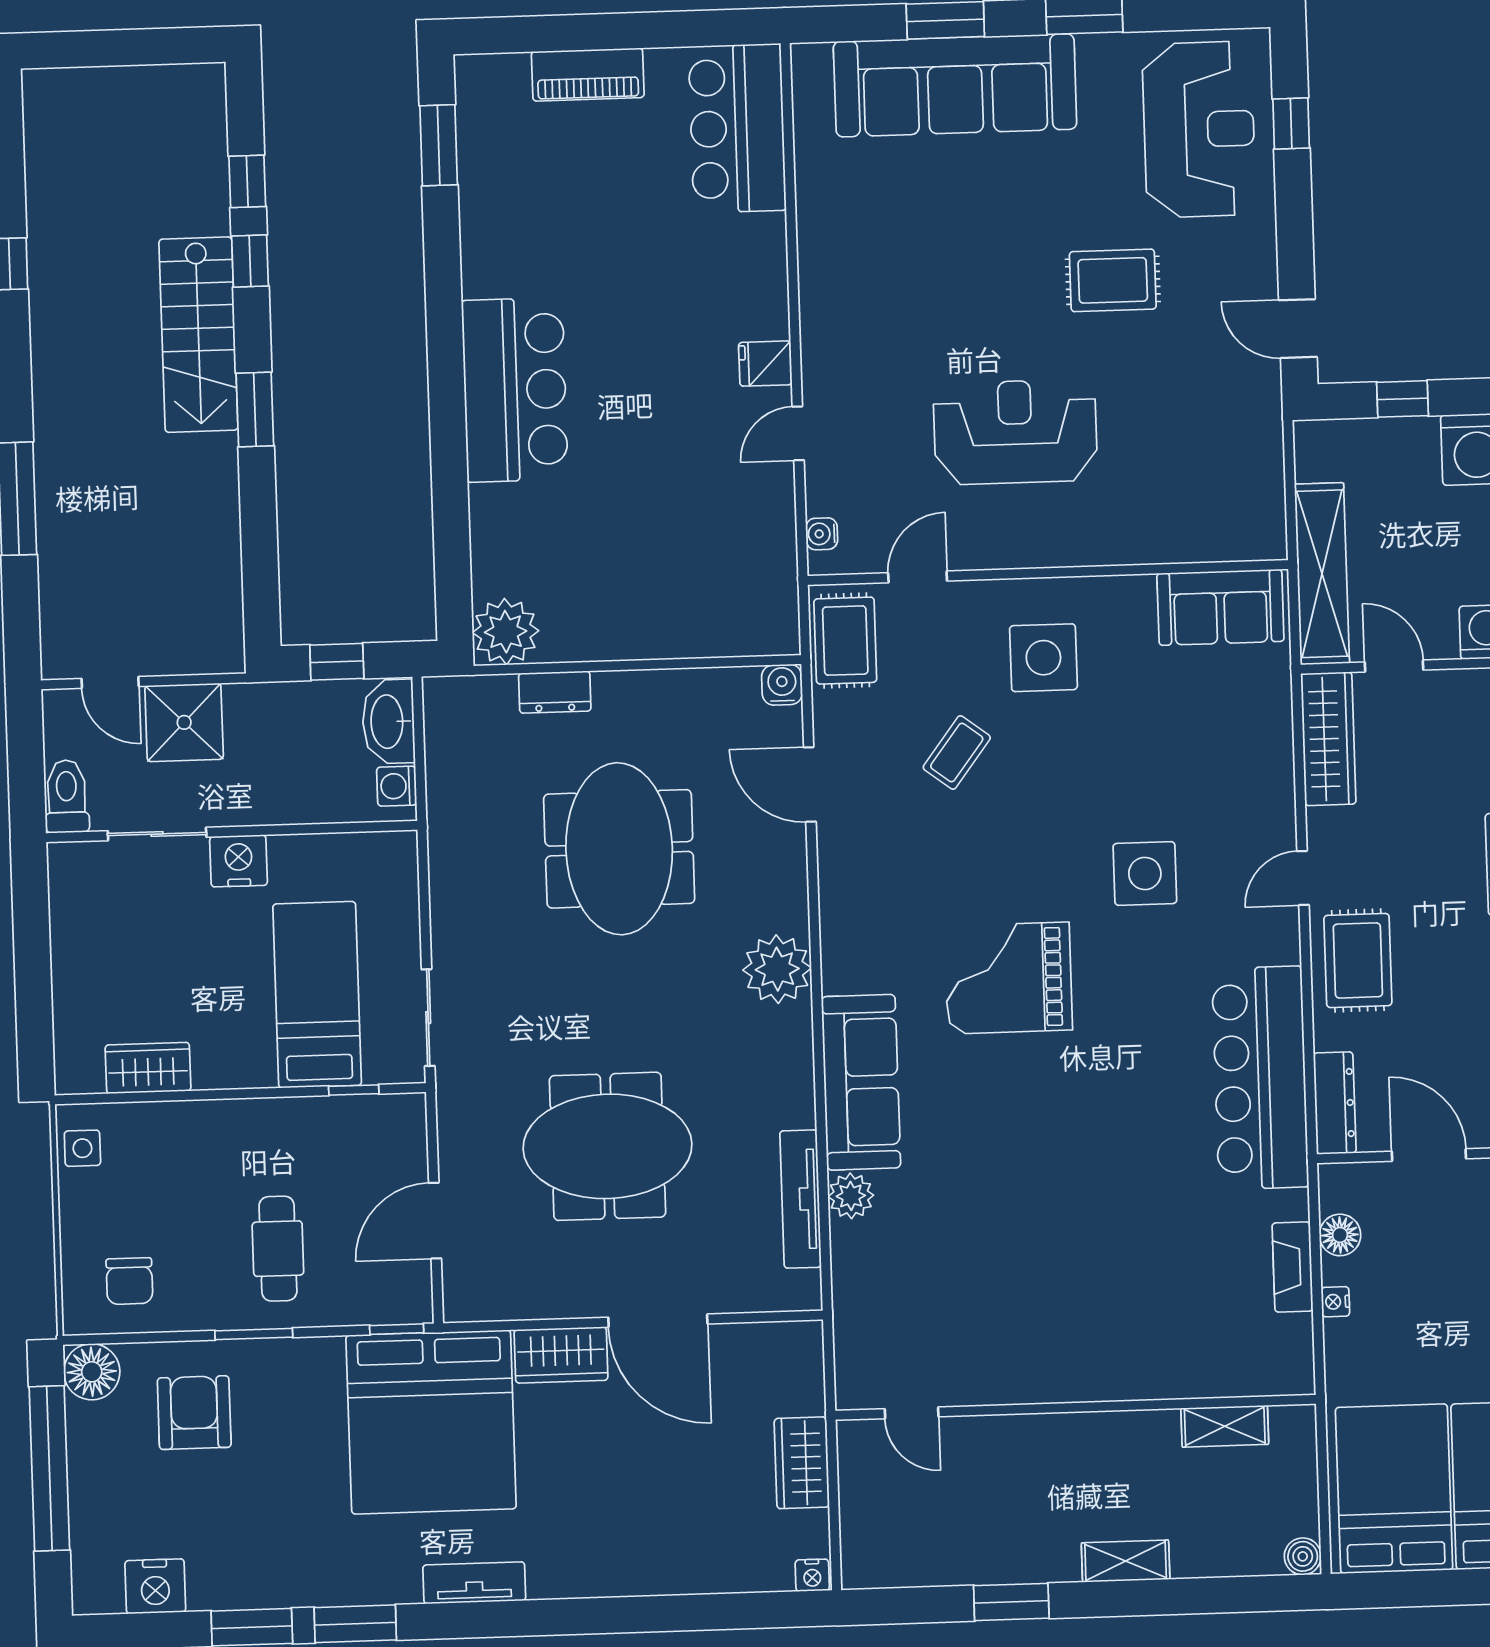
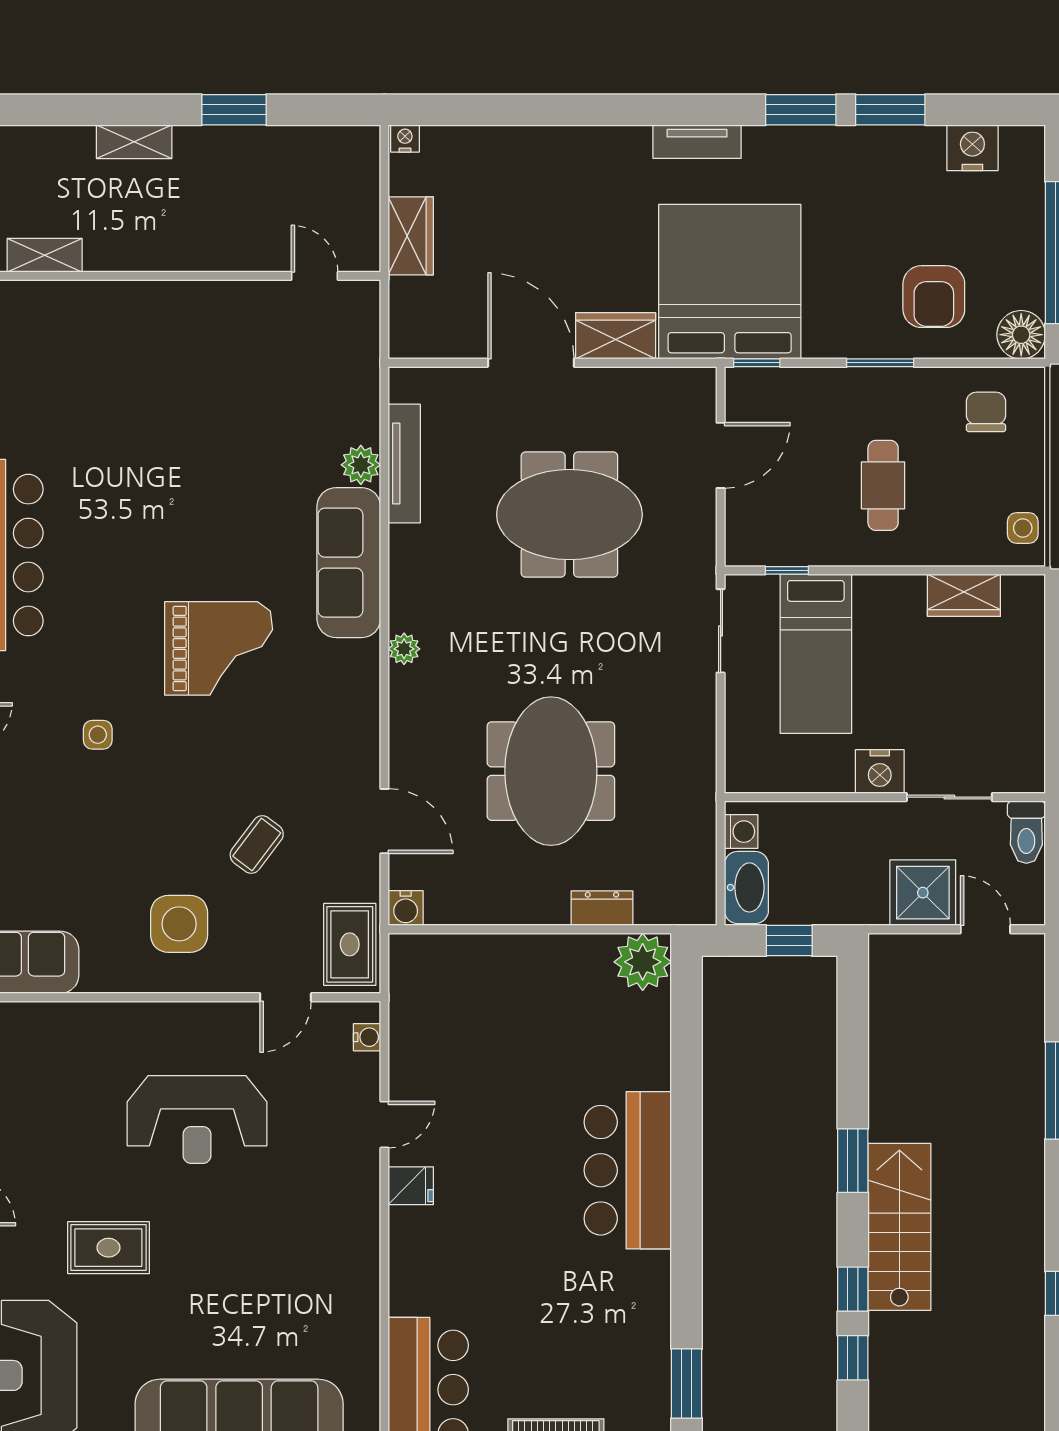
side table: (1145, 873) -> (98, 735), width x0.54, depth x0.54
plant: (777, 969) -> (404, 649), width x0.53, depth x0.53
cafe table: (278, 1249) -> (883, 485), moved

